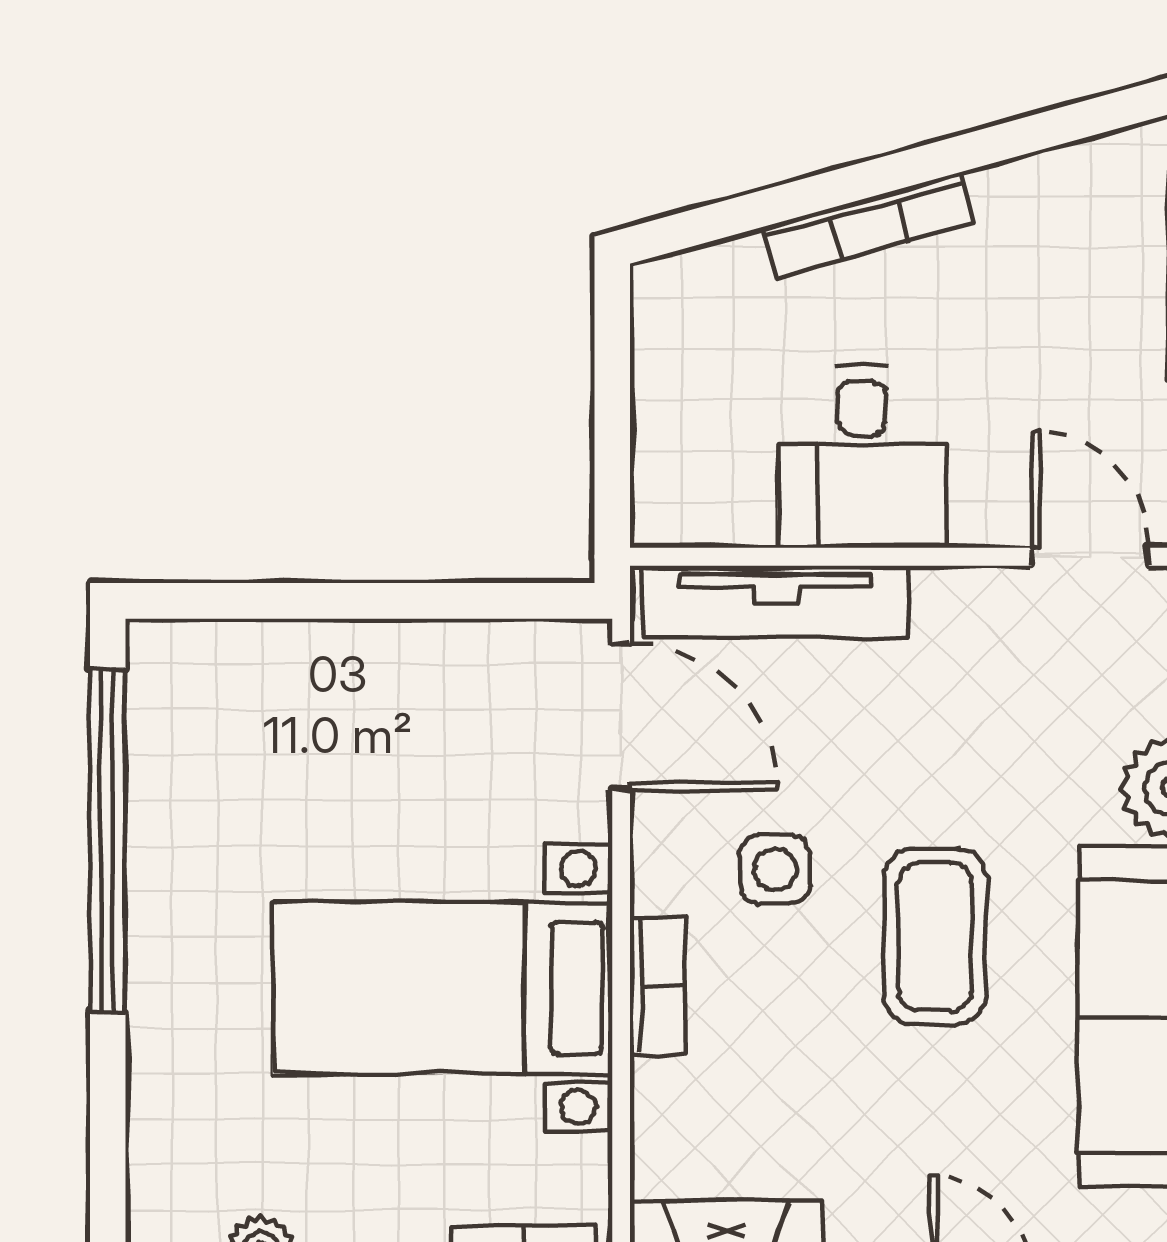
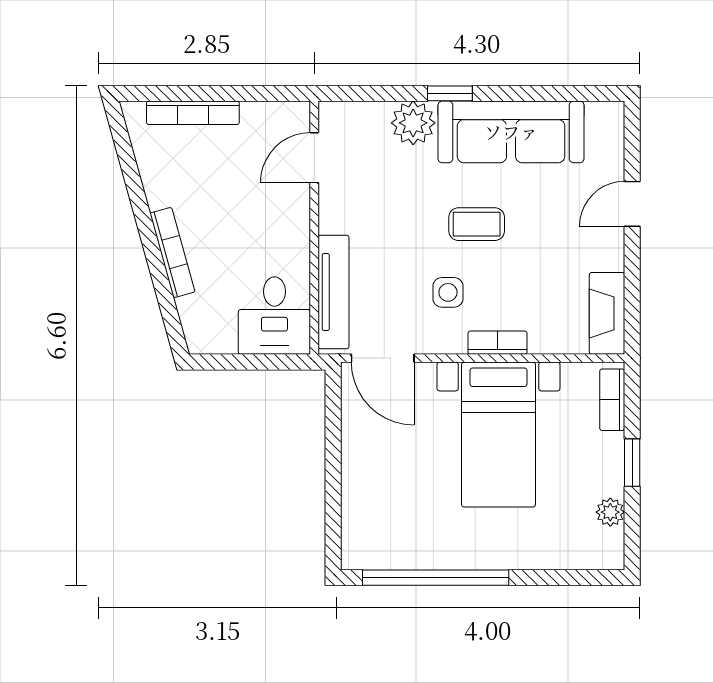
desk: (862, 457) -> (274, 316), moved, turned 90
door: (621, 717) -> (383, 358), swing flipped
coffee table: (935, 937) -> (477, 224), width x0.73, depth x0.77

